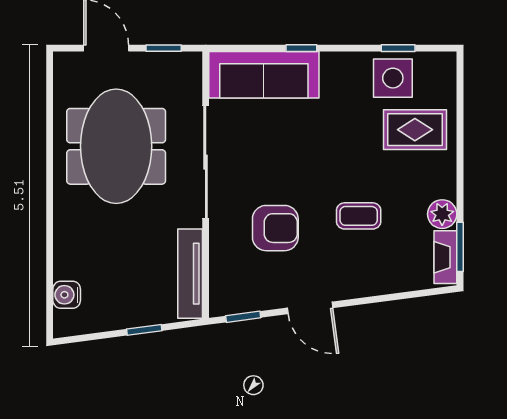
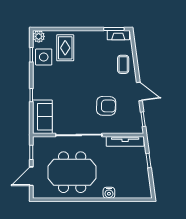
sofa: (264, 75) -> (42, 117), width x0.73
plant: (442, 214) -> (39, 36), moved
coffee table: (359, 216) -> (123, 64), moved
armchair: (275, 228) -> (106, 106), turned 91
water cooler: (67, 295) -> (109, 193), moved
door: (310, 308) -> (139, 91), hinge flipped

